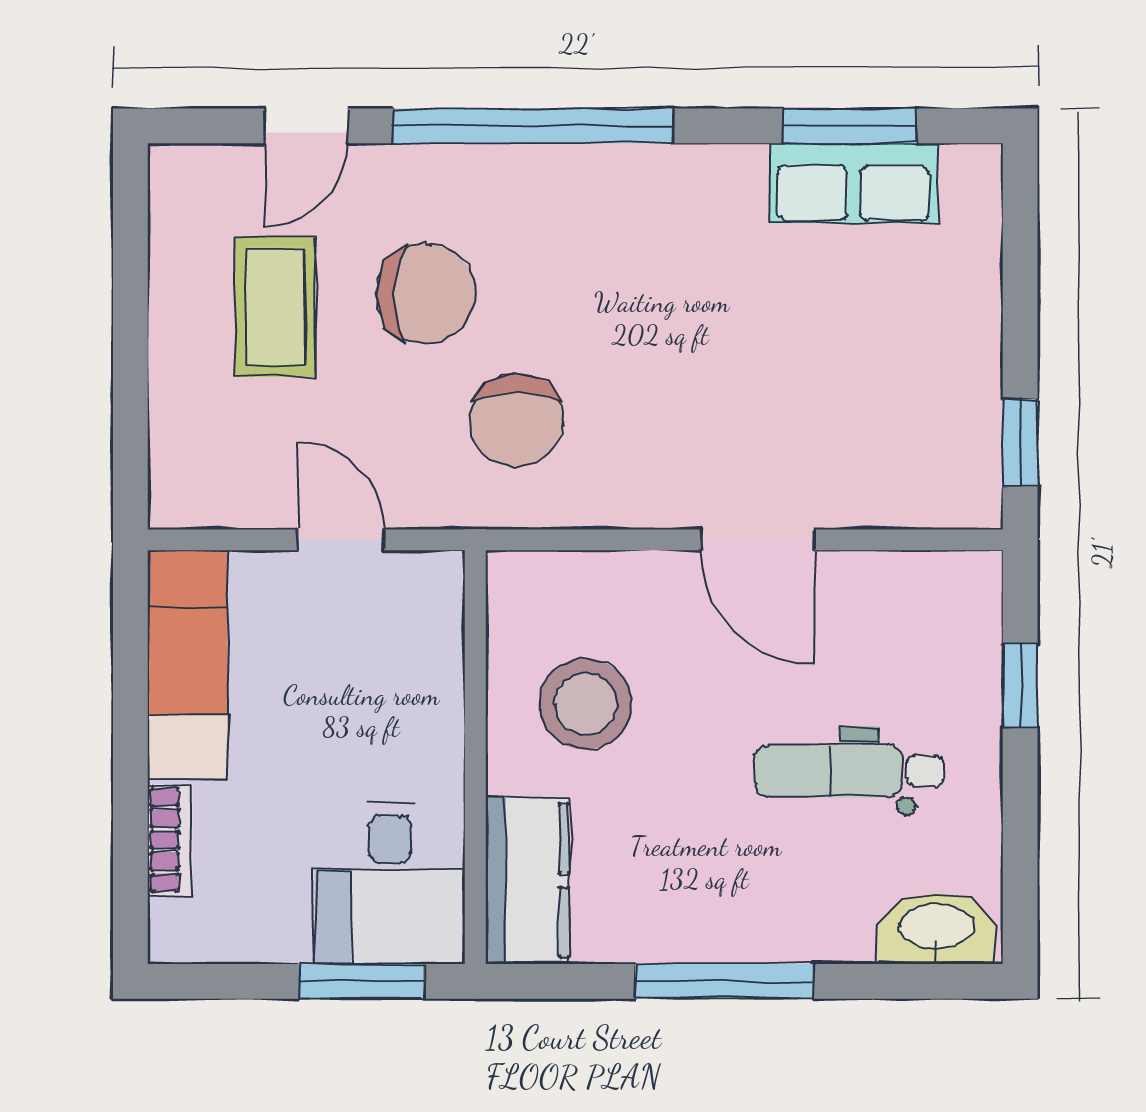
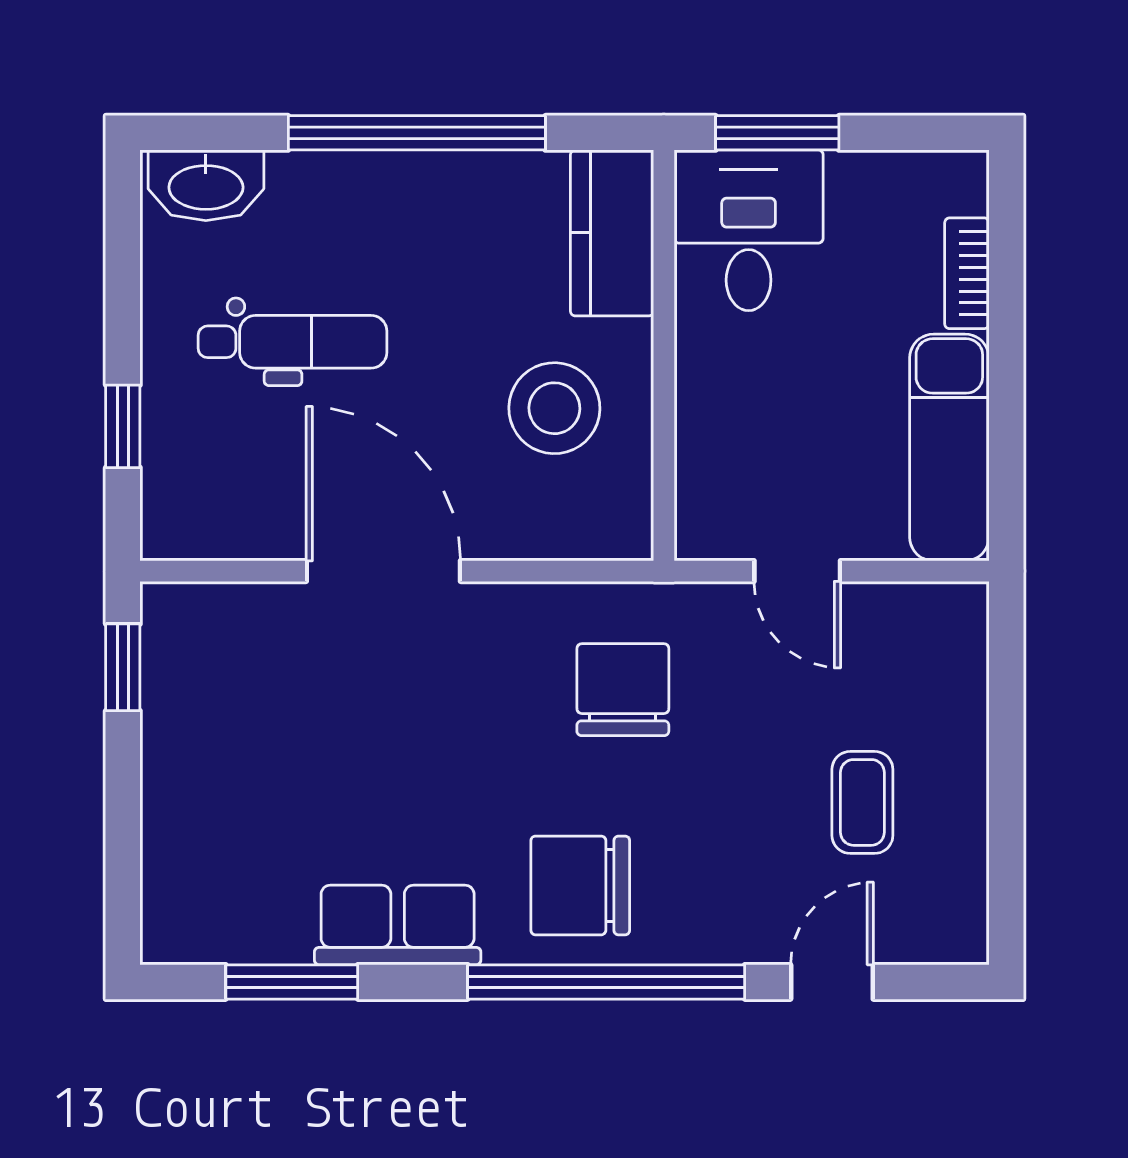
row of seats: (854, 183) -> (398, 925), moved
chair: (426, 294) -> (580, 885), moved
coffee table: (275, 307) -> (862, 802), width x0.73, depth x0.77
door: (758, 540) -> (383, 571), width x1.36
window: (724, 981) -> (417, 133), width x1.46

